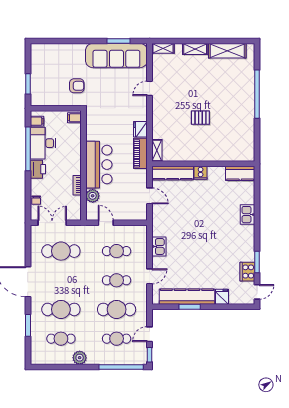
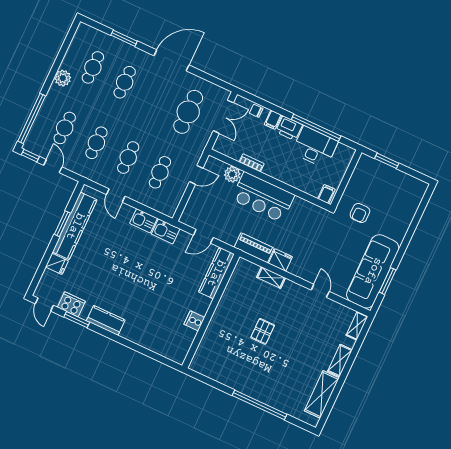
filing cabinet: (37, 121) -> (273, 120), moved
shelving: (157, 150) -> (271, 278), moved
cooker: (201, 173) -> (194, 321), moved
kitchen counter: (240, 173) -> (106, 320), moved, turned 90
kitchen sink: (247, 215) -> (166, 231), moved, turned 180
cafe table: (61, 309) -> (125, 82), width x0.73, depth x0.74
cafe table: (117, 309) -> (96, 143), width x0.73, depth x0.74

